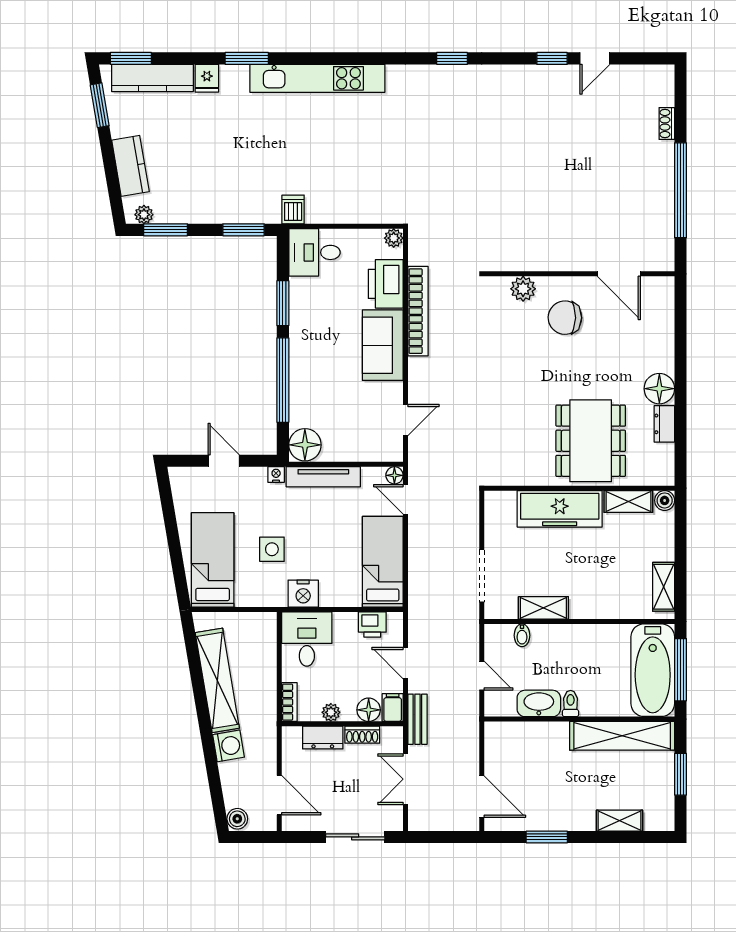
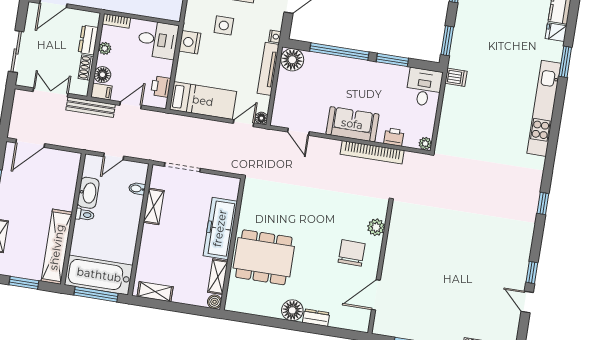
printer: (386, 284) -> (394, 137), width x0.53, depth x0.68
dresser: (664, 424) -> (316, 318), moved
bench: (417, 719) -> (91, 107), width x1.36

